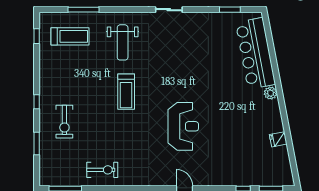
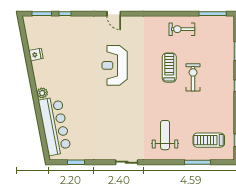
treadmill: (126, 92) -> (169, 68), moved
exercise bike: (64, 122) -> (193, 77), moved

